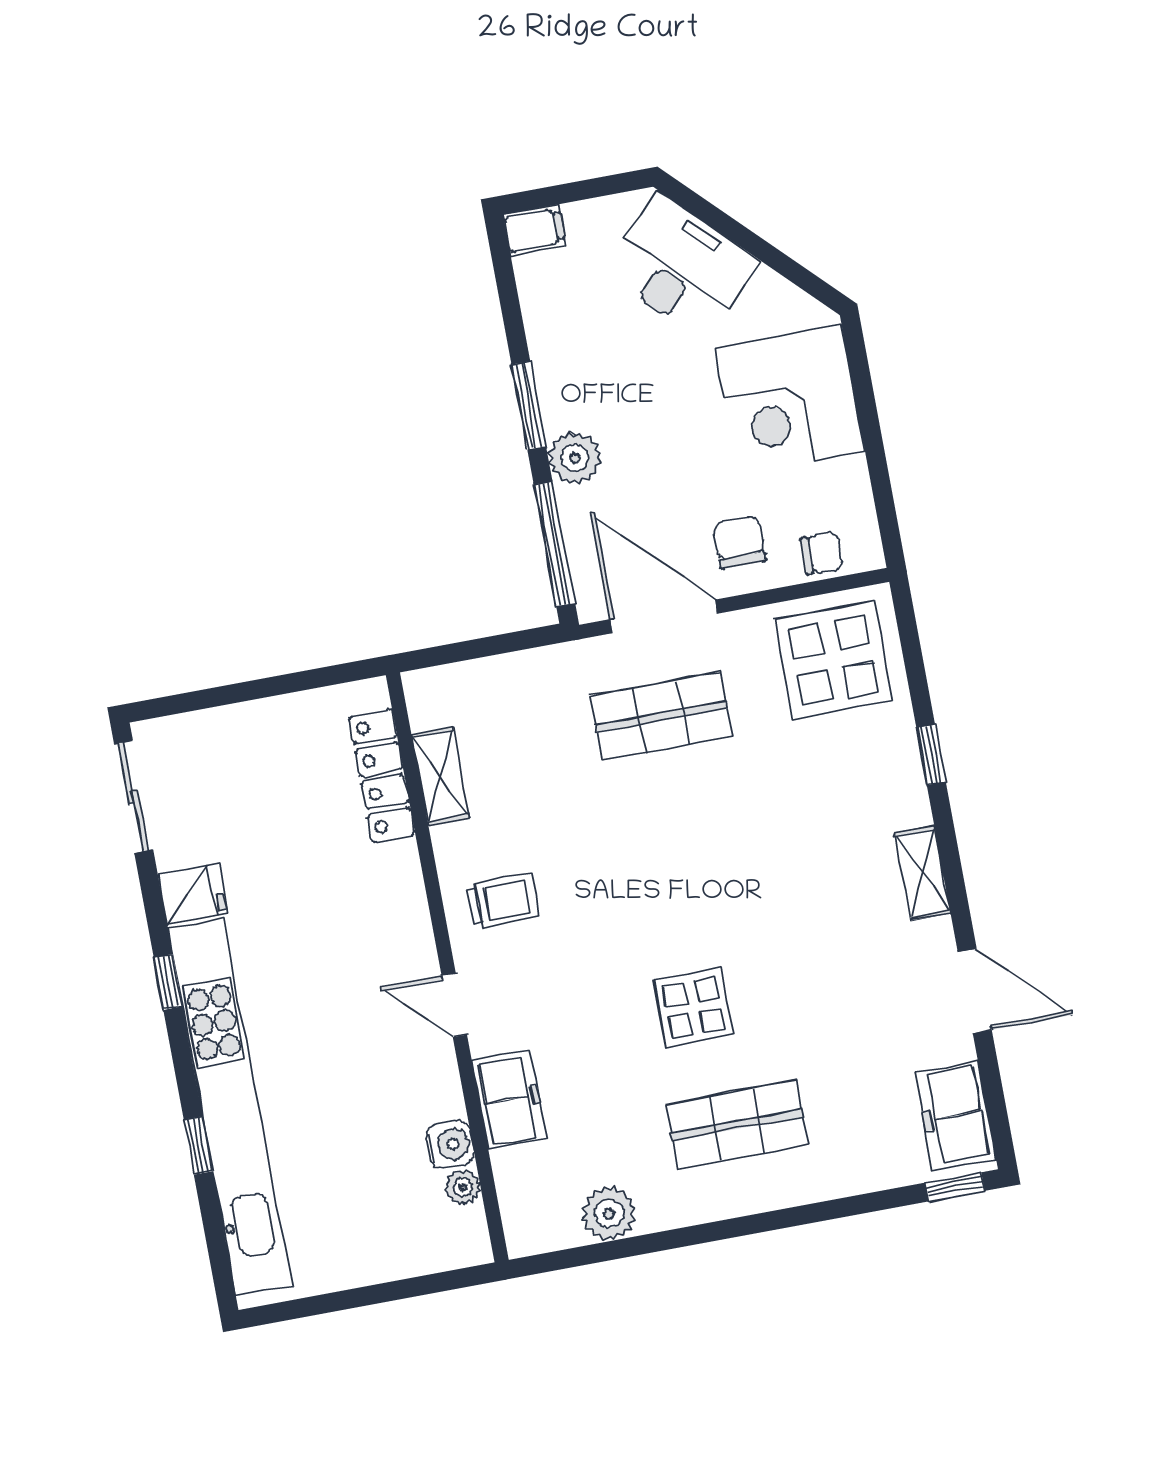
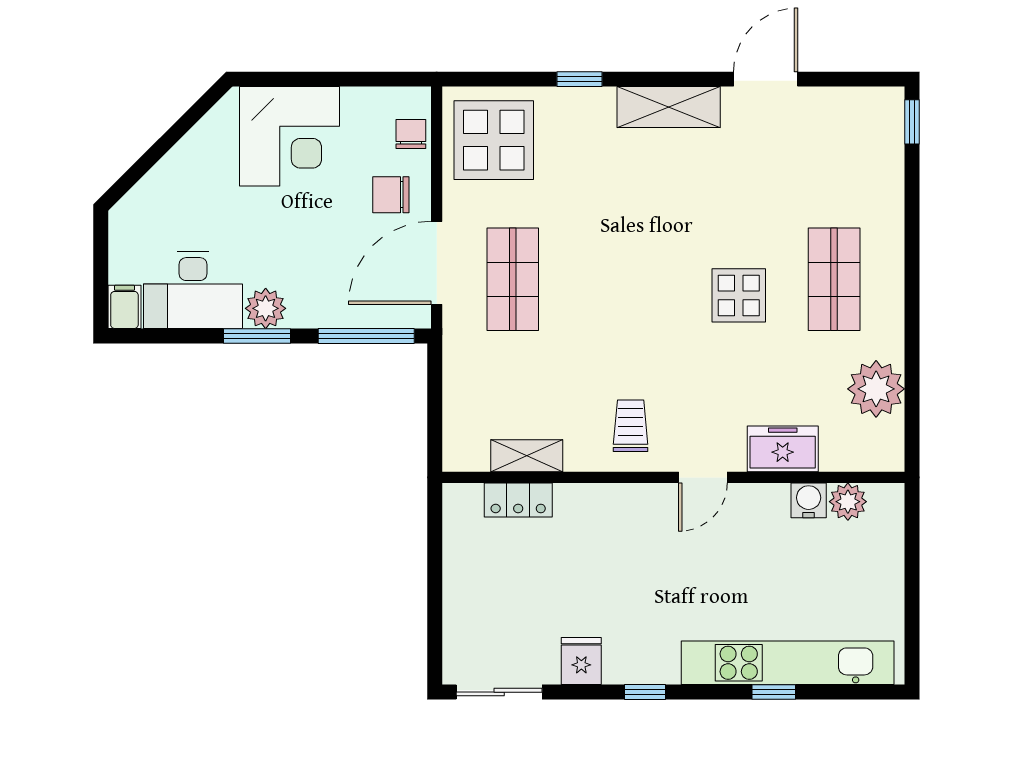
desk: (681, 266) -> (193, 290), moved, turned -135
plant: (575, 458) -> (266, 308), moved
locker: (382, 776) -> (518, 500), width x0.66
shelving: (923, 873) -> (669, 107), width x1.50, depth x1.33
kitchen unit: (230, 1107) -> (788, 663), width x0.73
freezer: (955, 1116) -> (858, 111), removed
plant: (463, 1187) -> (848, 502), width x1.38, depth x1.38
plant: (609, 1214) -> (876, 389), width x1.36, depth x1.36

